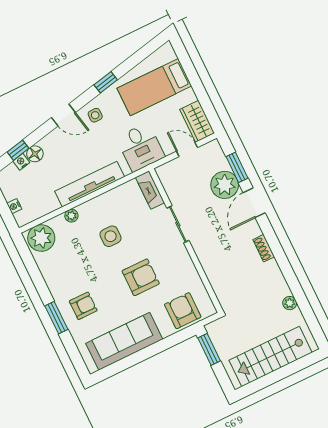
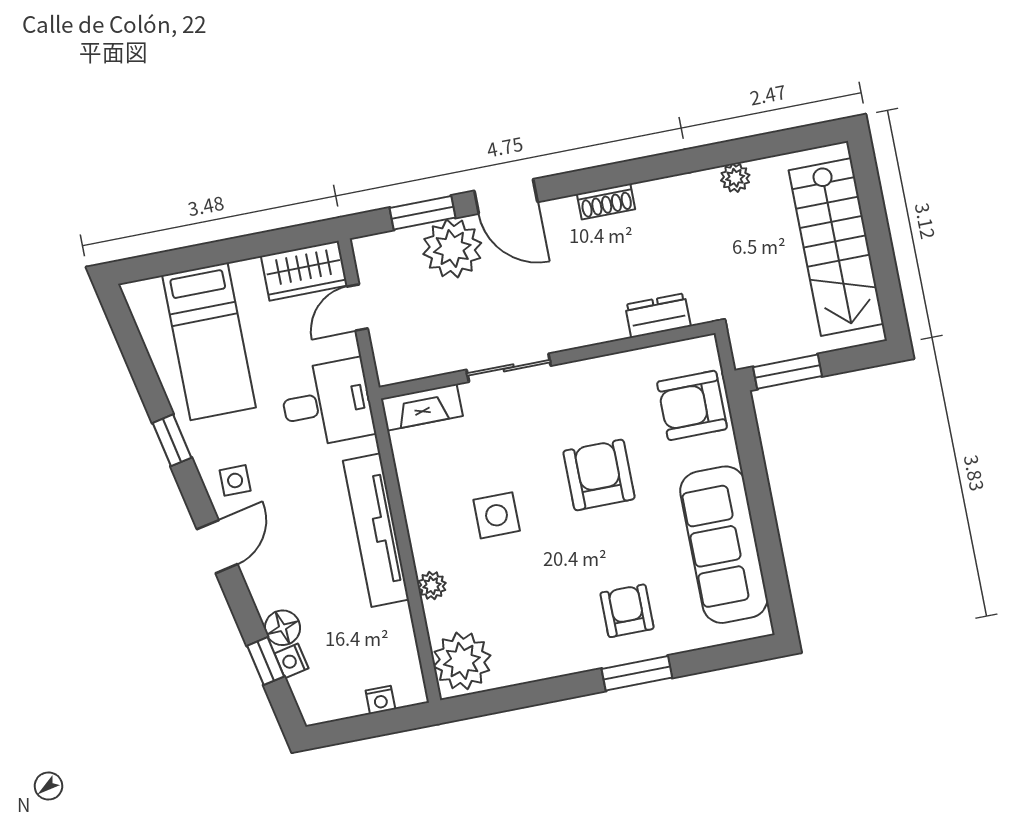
dresser: (219, 285) -> (658, 316), added

